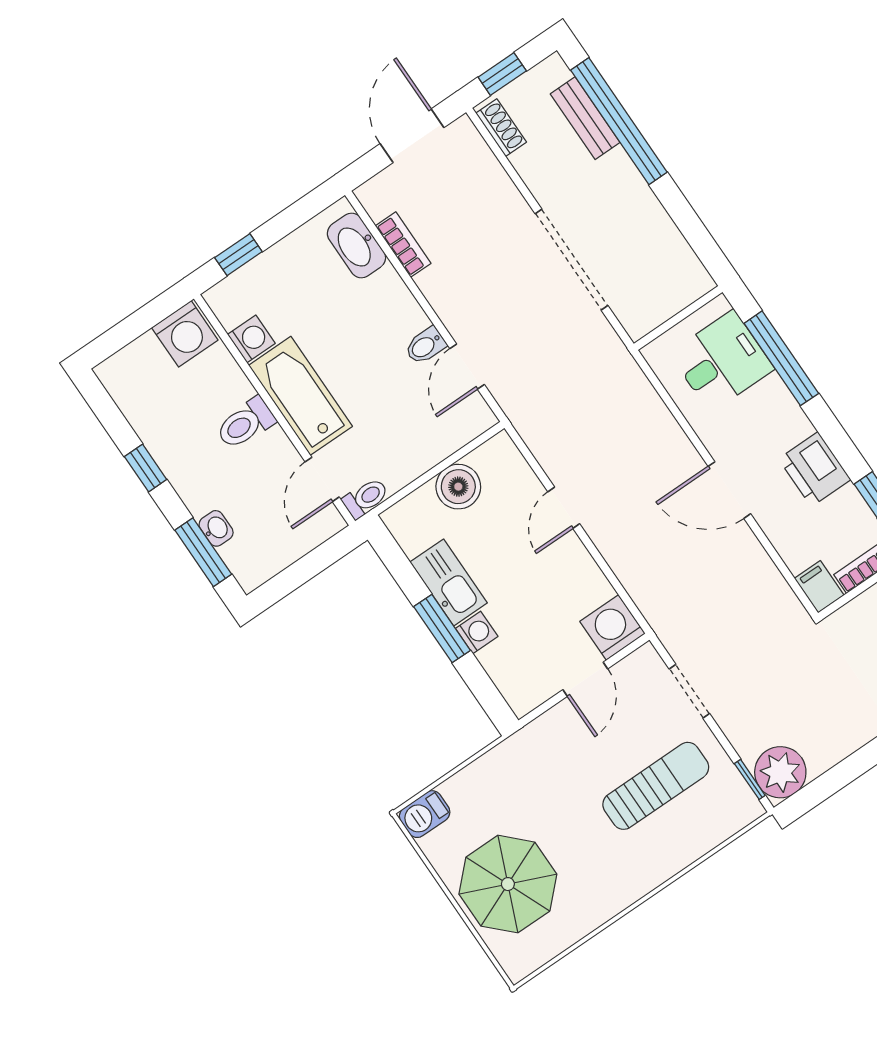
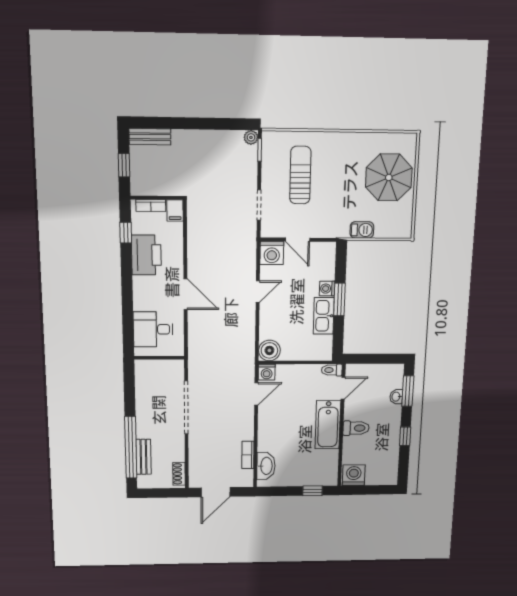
window: (502, 74) -> (165, 493), removed
washing machine: (251, 339) -> (267, 372), moved, turned -90
bidet: (425, 346) -> (267, 412), removed
window: (781, 358) -> (128, 314), removed
printer: (815, 469) -> (146, 255), width x1.37, depth x1.19
boiler: (458, 487) -> (269, 350), moved
door: (729, 490) -> (186, 294), moved
door: (564, 508) -> (258, 292), moved
door: (585, 679) -> (298, 240), swing flipped
plant: (780, 772) -> (251, 137), width x0.53, depth x0.53
sun lounger: (656, 786) -> (300, 175), turned 90
barbecue: (425, 814) -> (362, 230), moved

